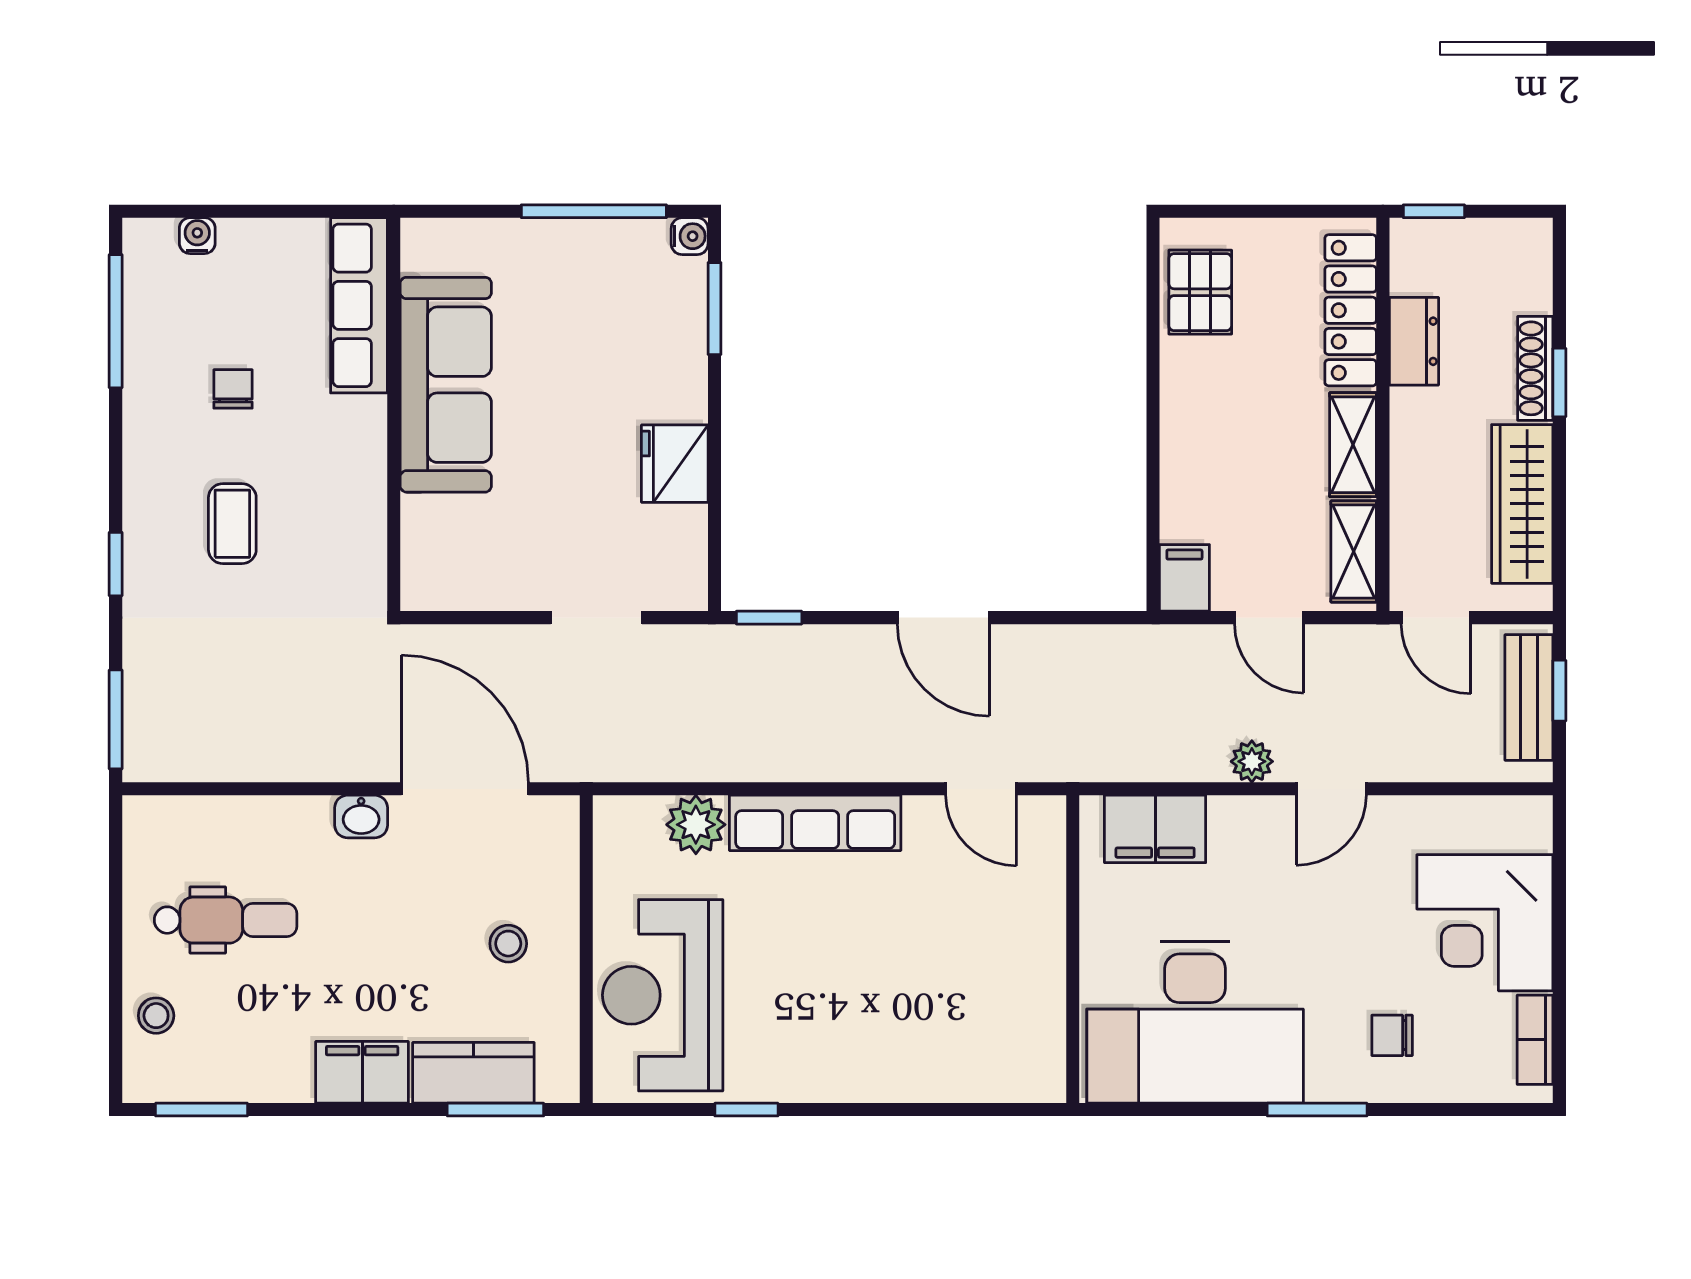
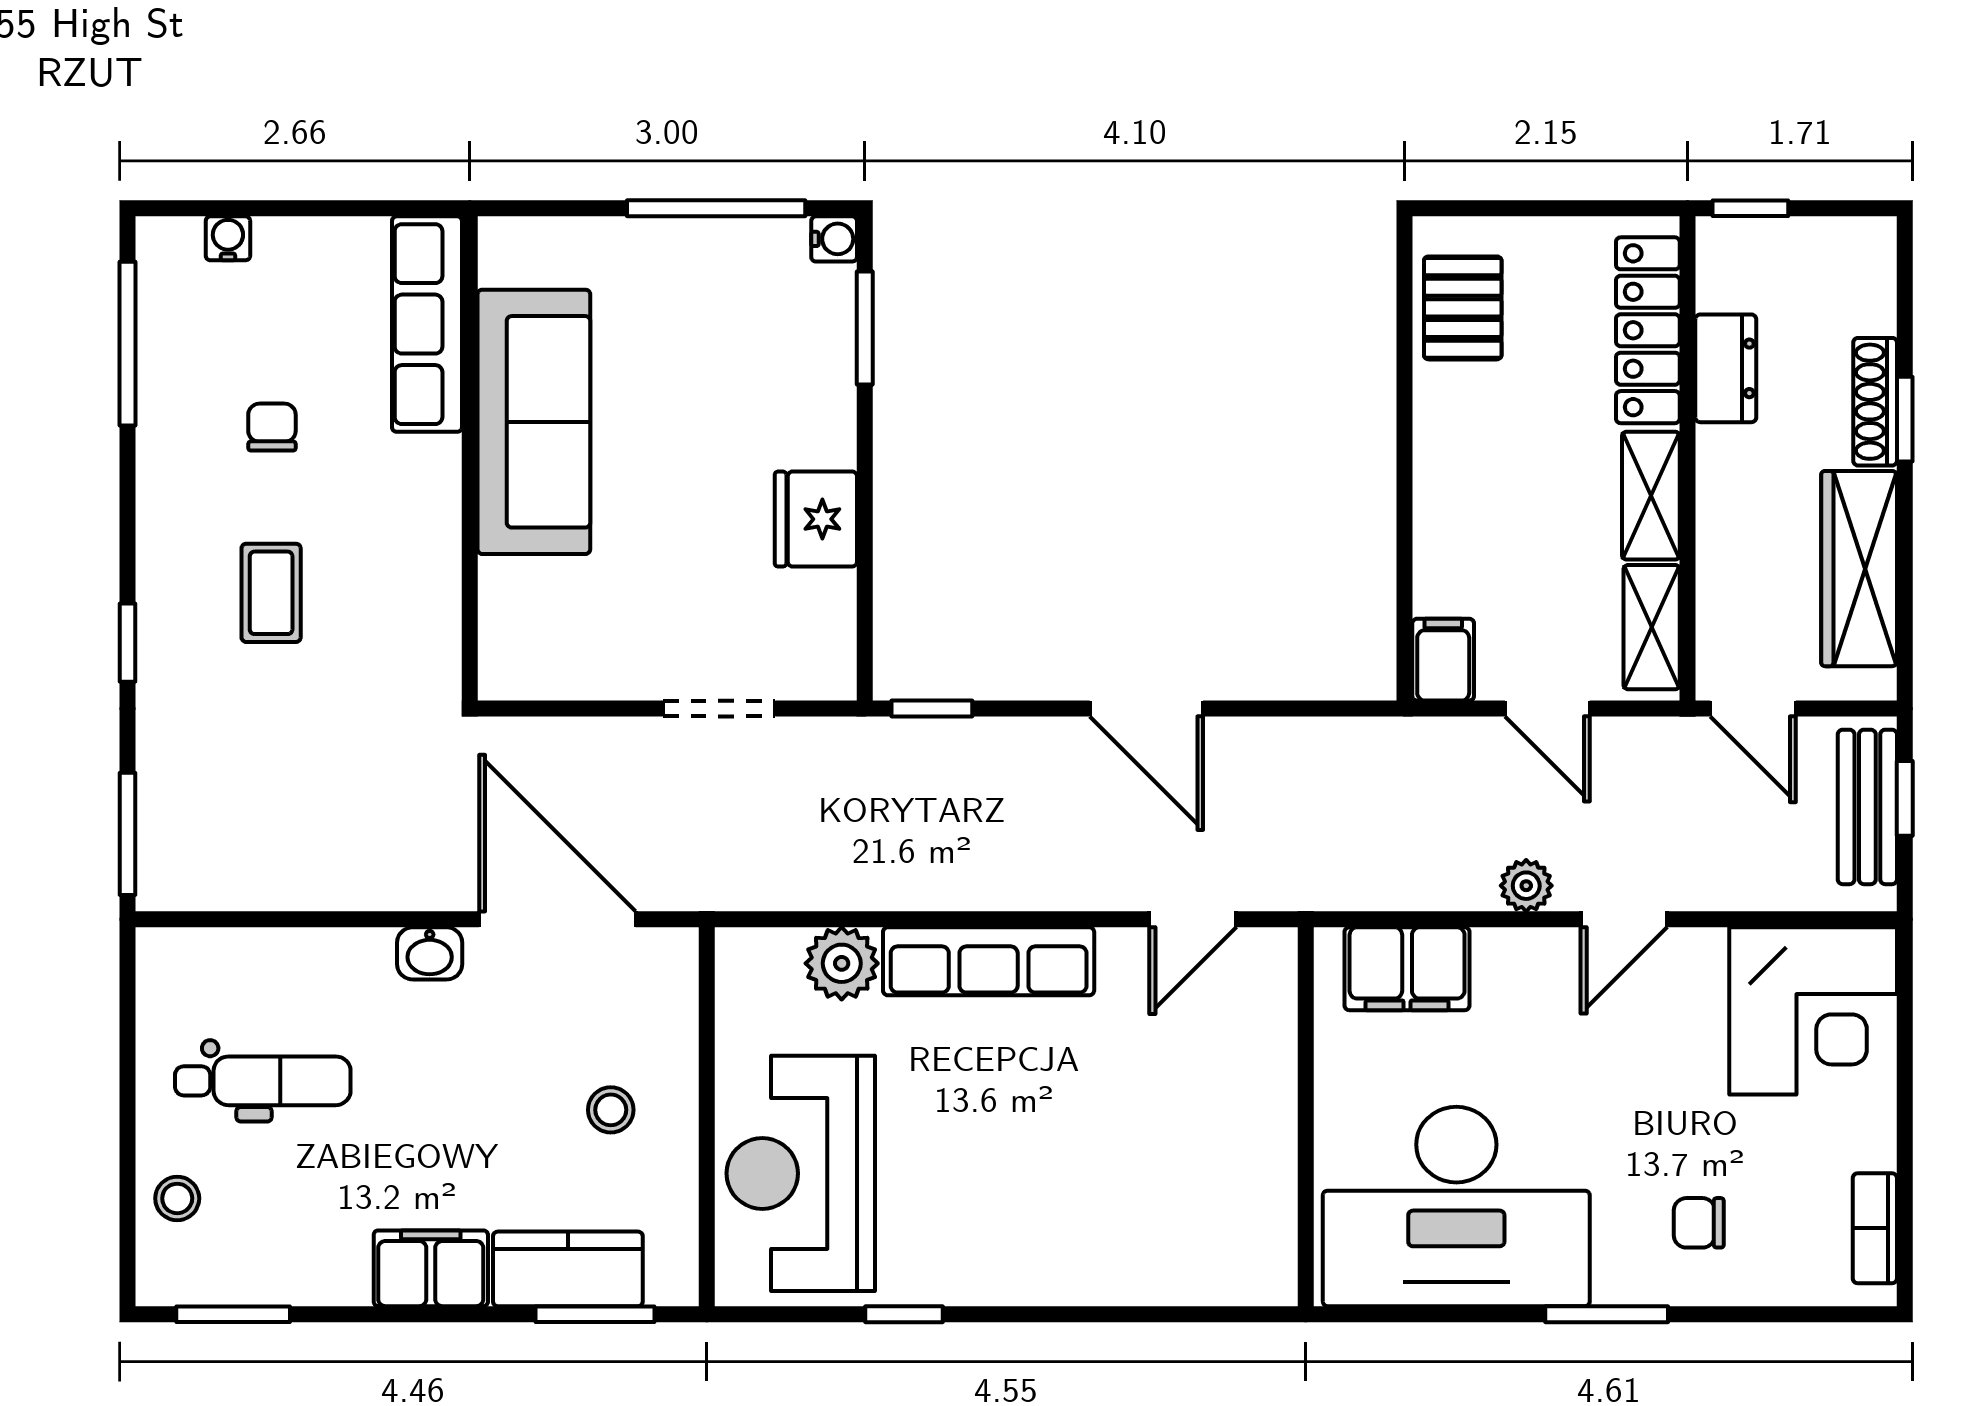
door: (981, 789) -> (1193, 919), hinge flipped
corner desk: (1485, 923) -> (1813, 1011), moved, turned -90

